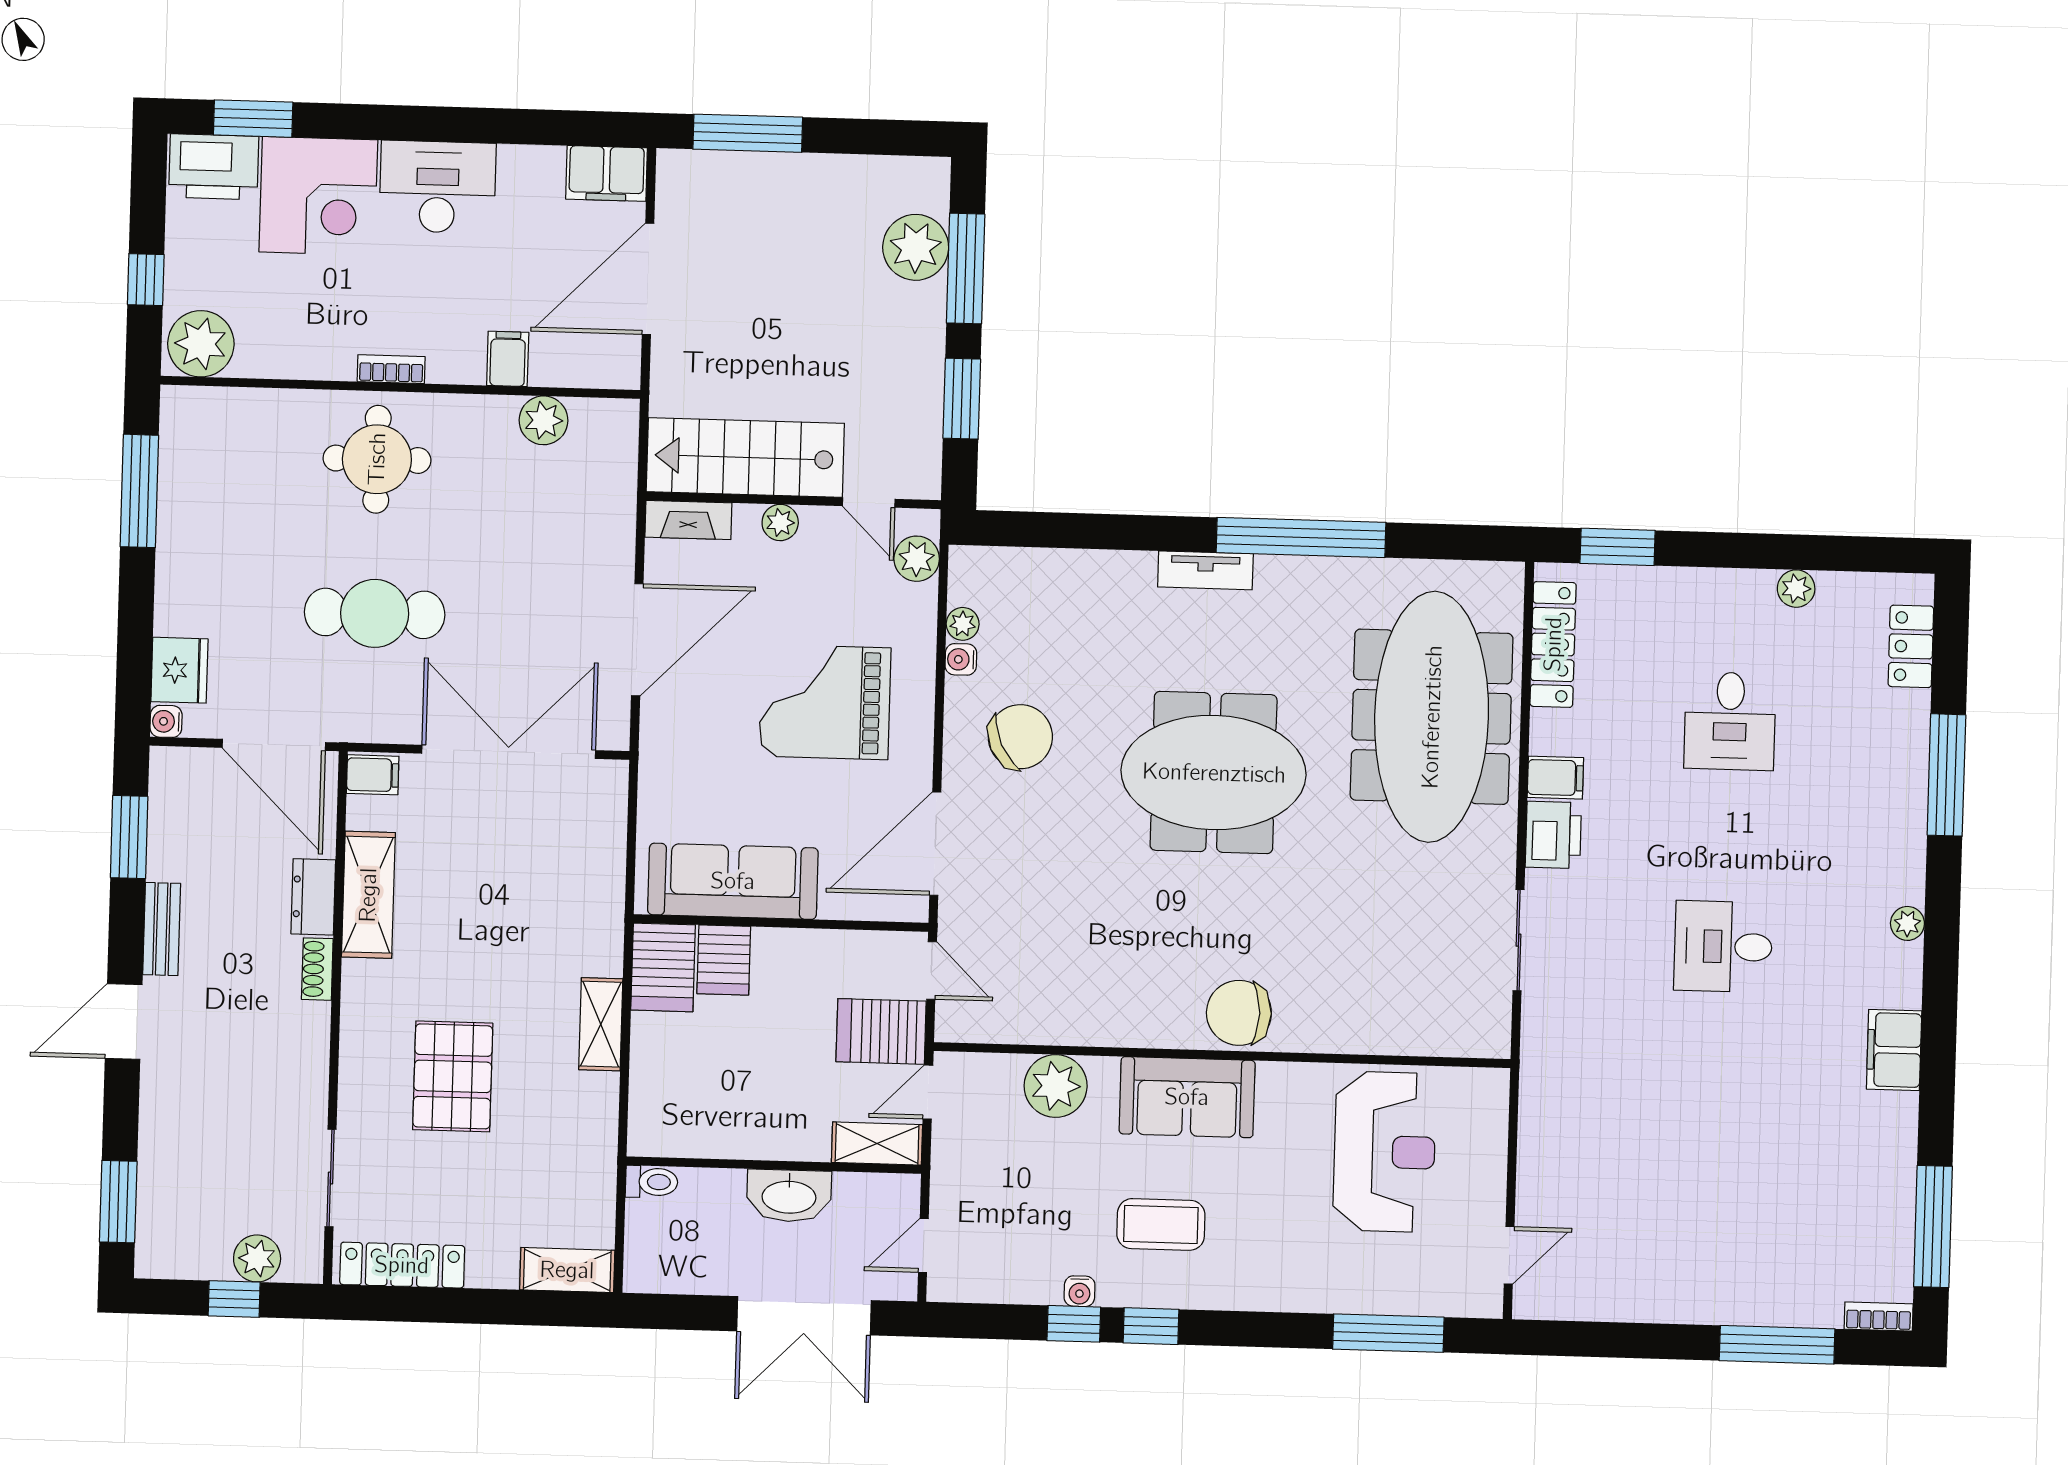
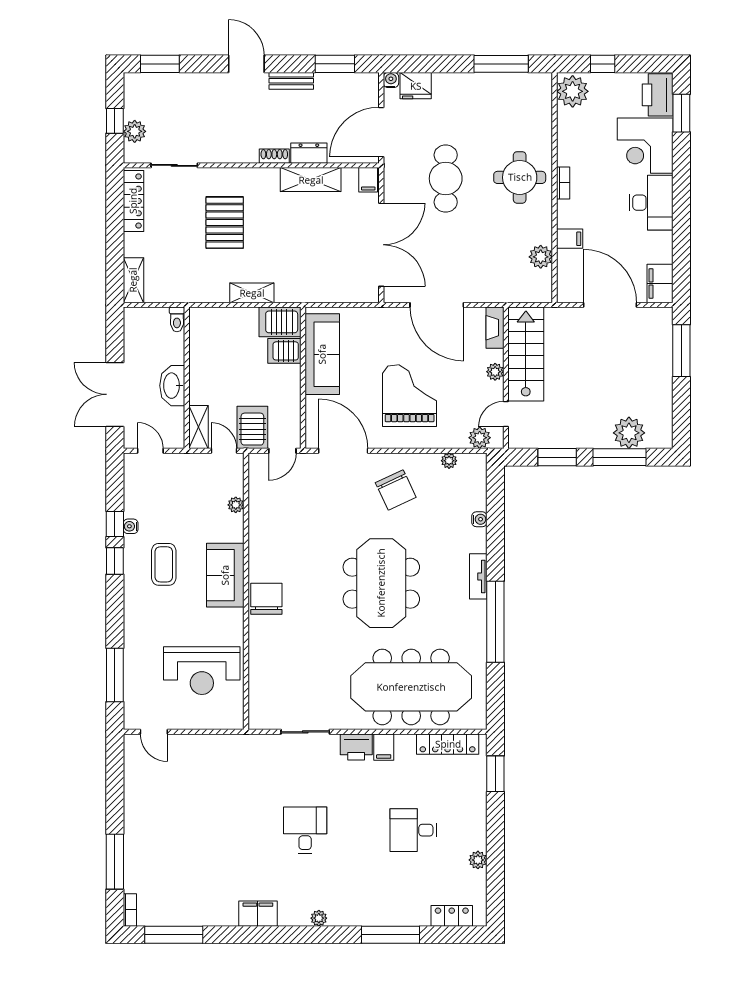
water cooler: (961, 659) -> (479, 519), moved, turned 90
pallet: (453, 1076) -> (225, 223), turned 90
plant: (1056, 1086) -> (236, 505), width x0.53, depth x0.53

